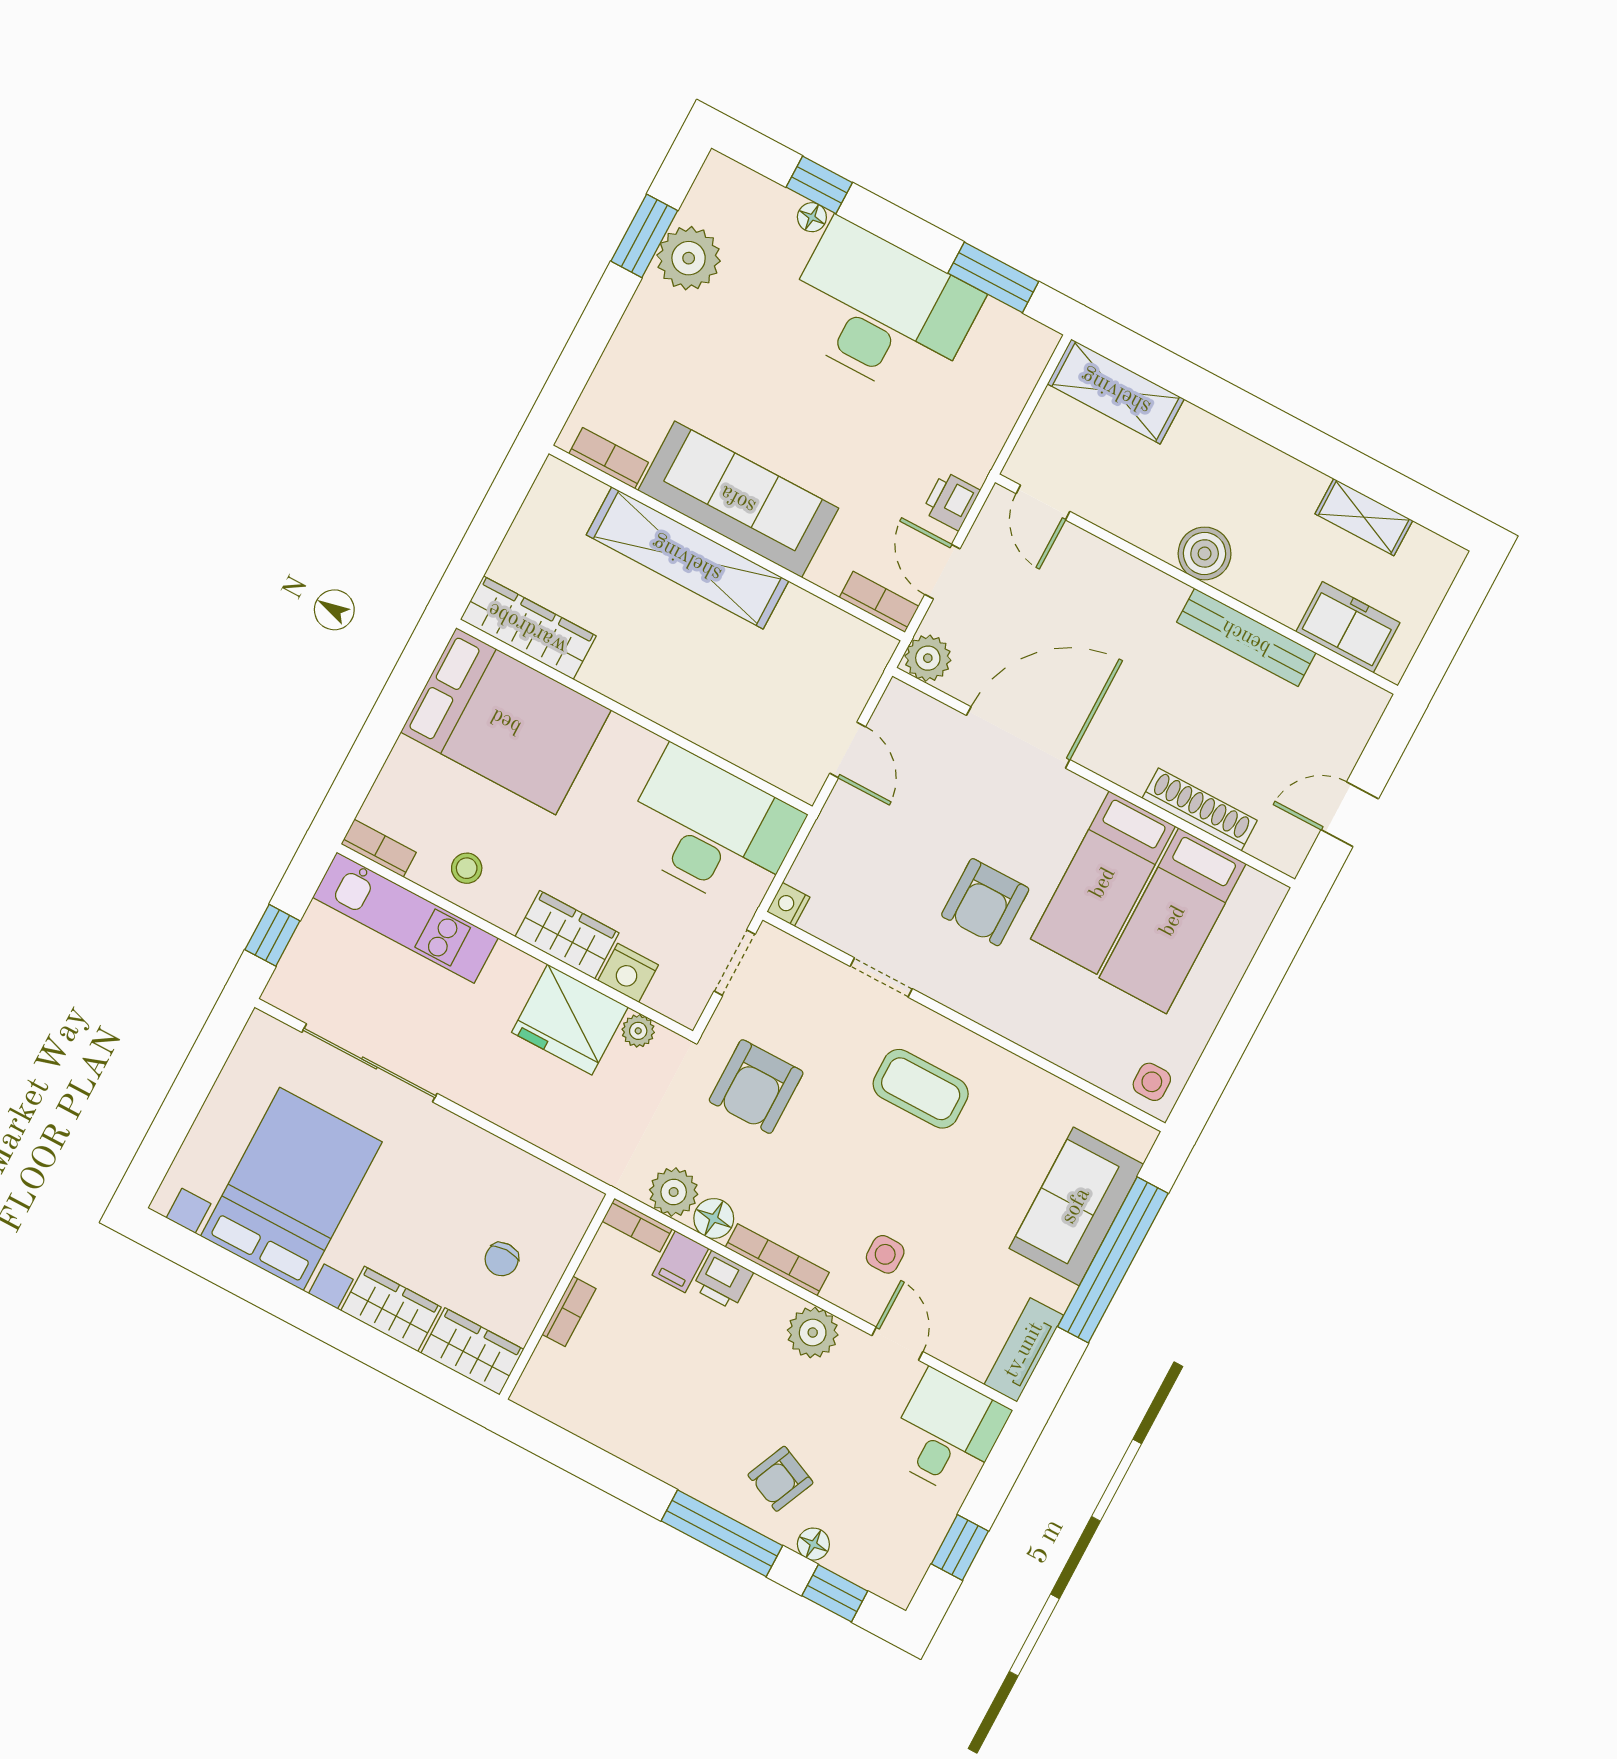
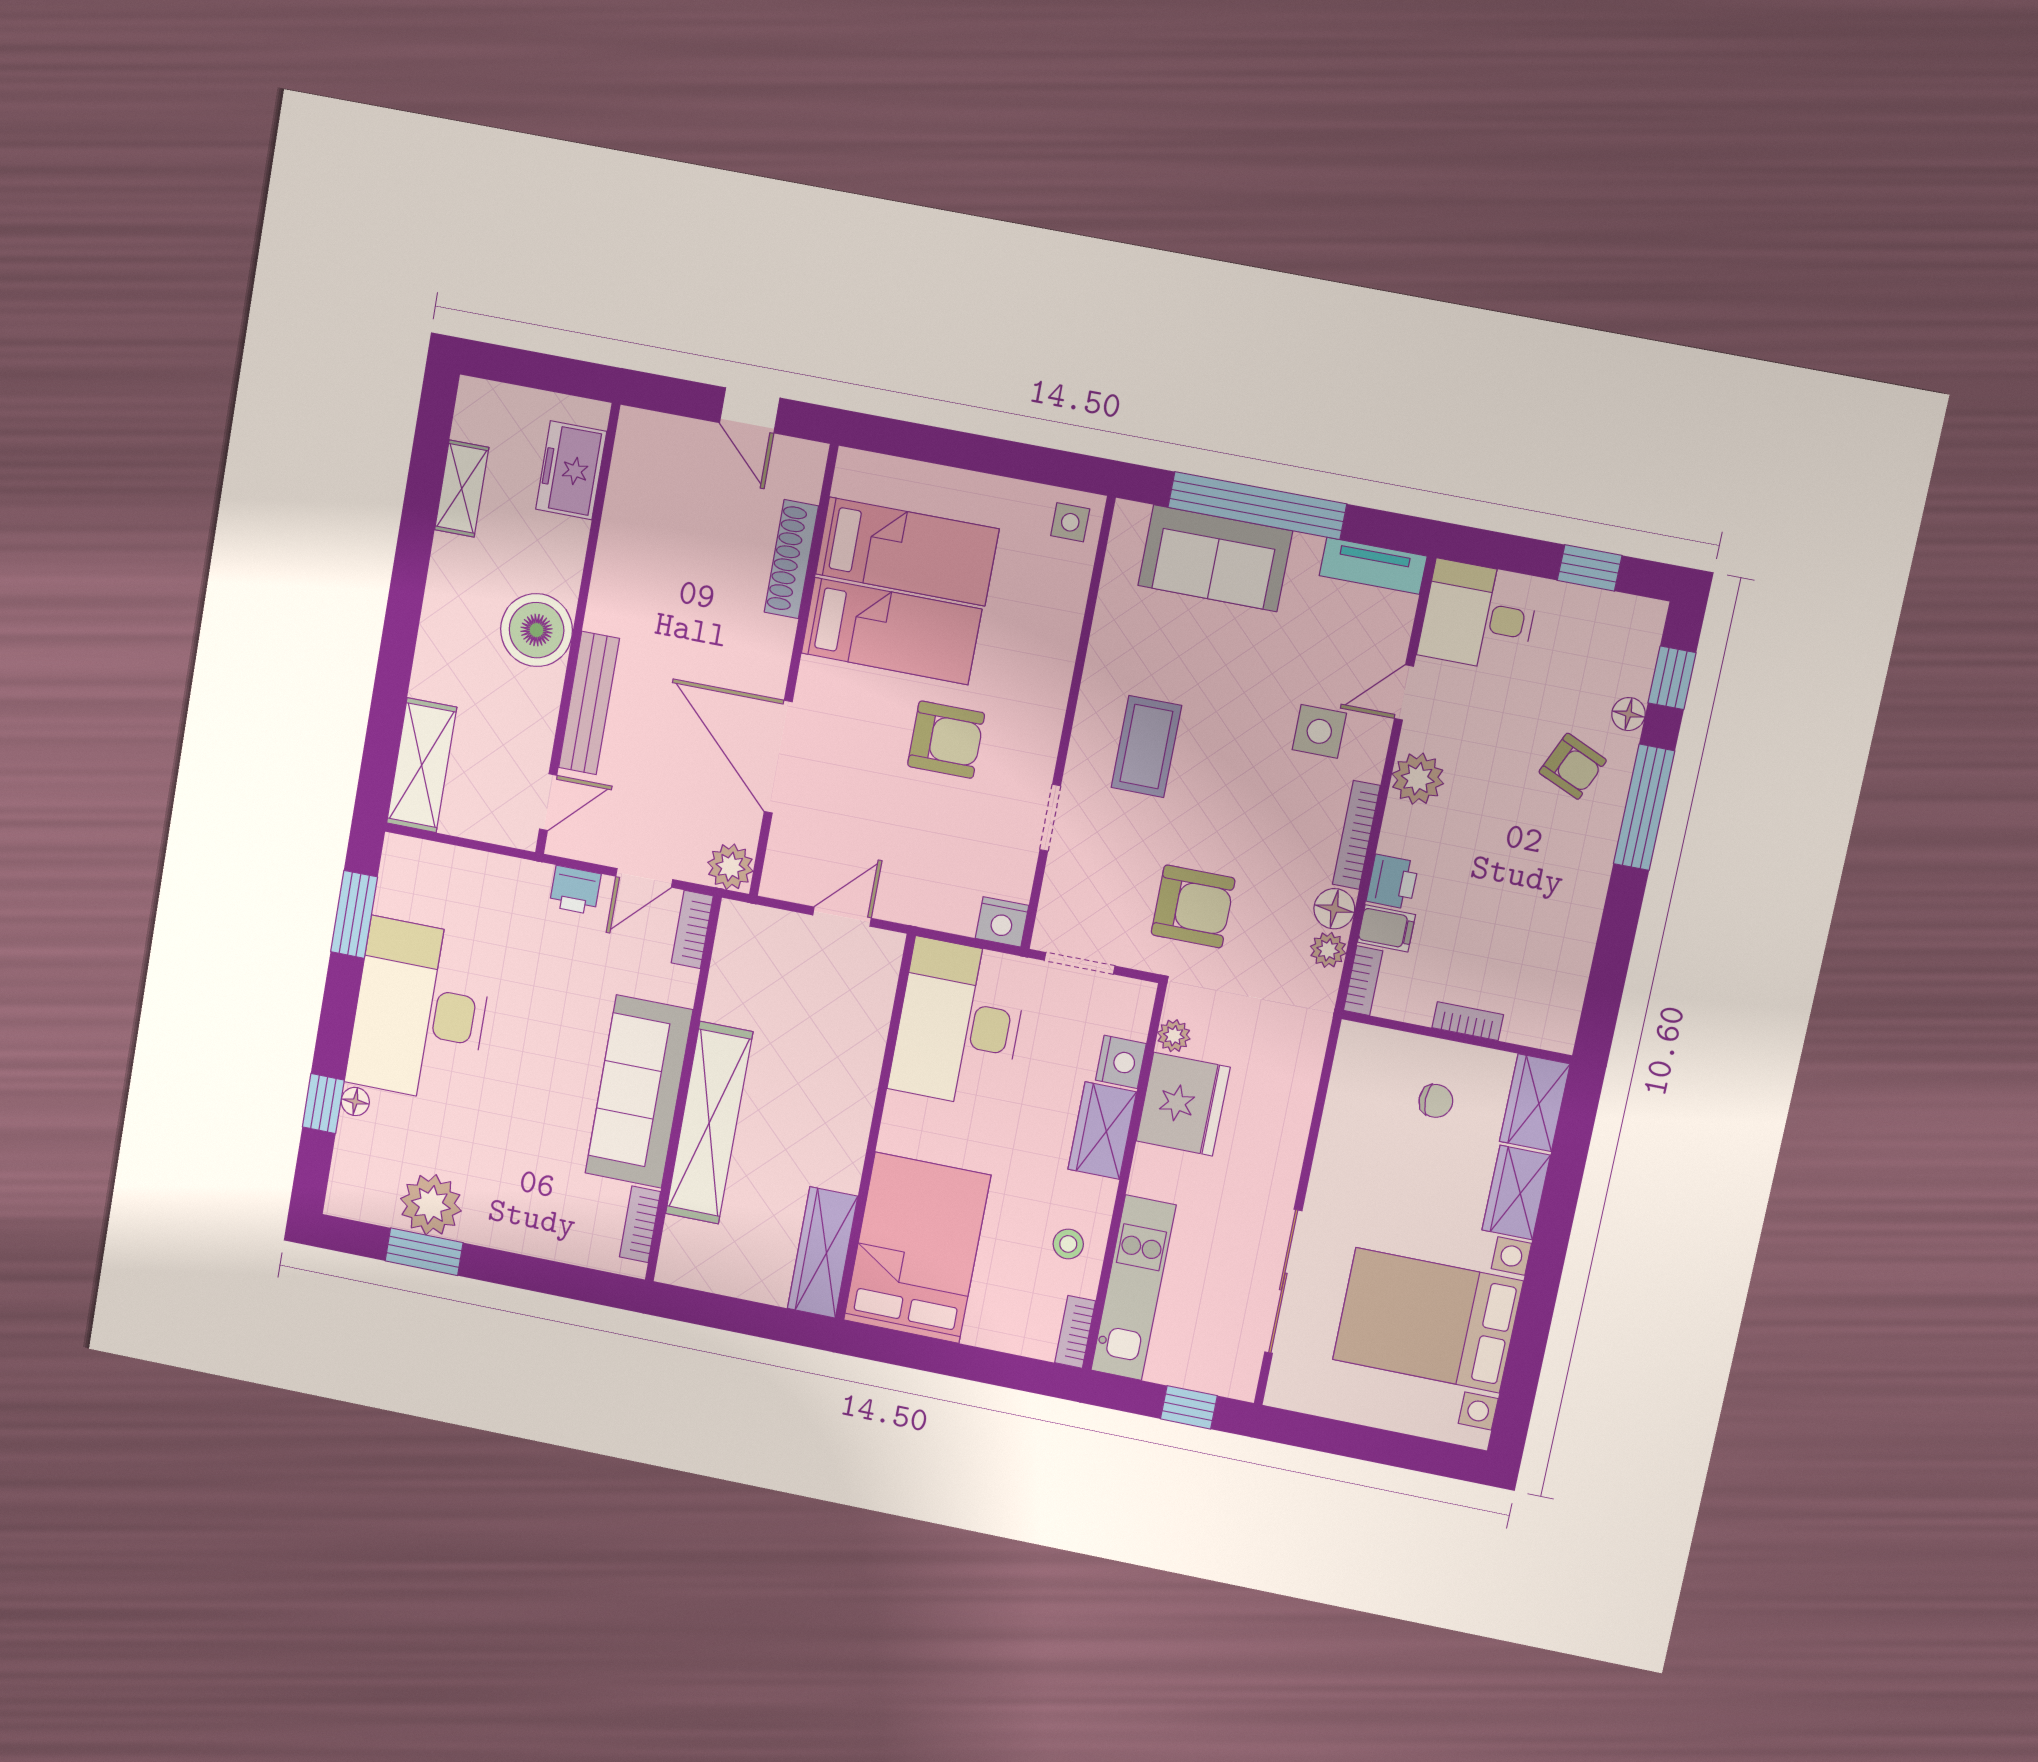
boiler: (1205, 553) -> (537, 630), width x1.37, depth x1.37
bench: (1246, 637) -> (589, 703), moved
nightstand: (788, 904) -> (1002, 922), width x1.39, depth x1.35
plant: (674, 1192) -> (1328, 950), width x0.73, depth x0.73
side table: (885, 1254) -> (1319, 731), width x1.37, depth x1.37

